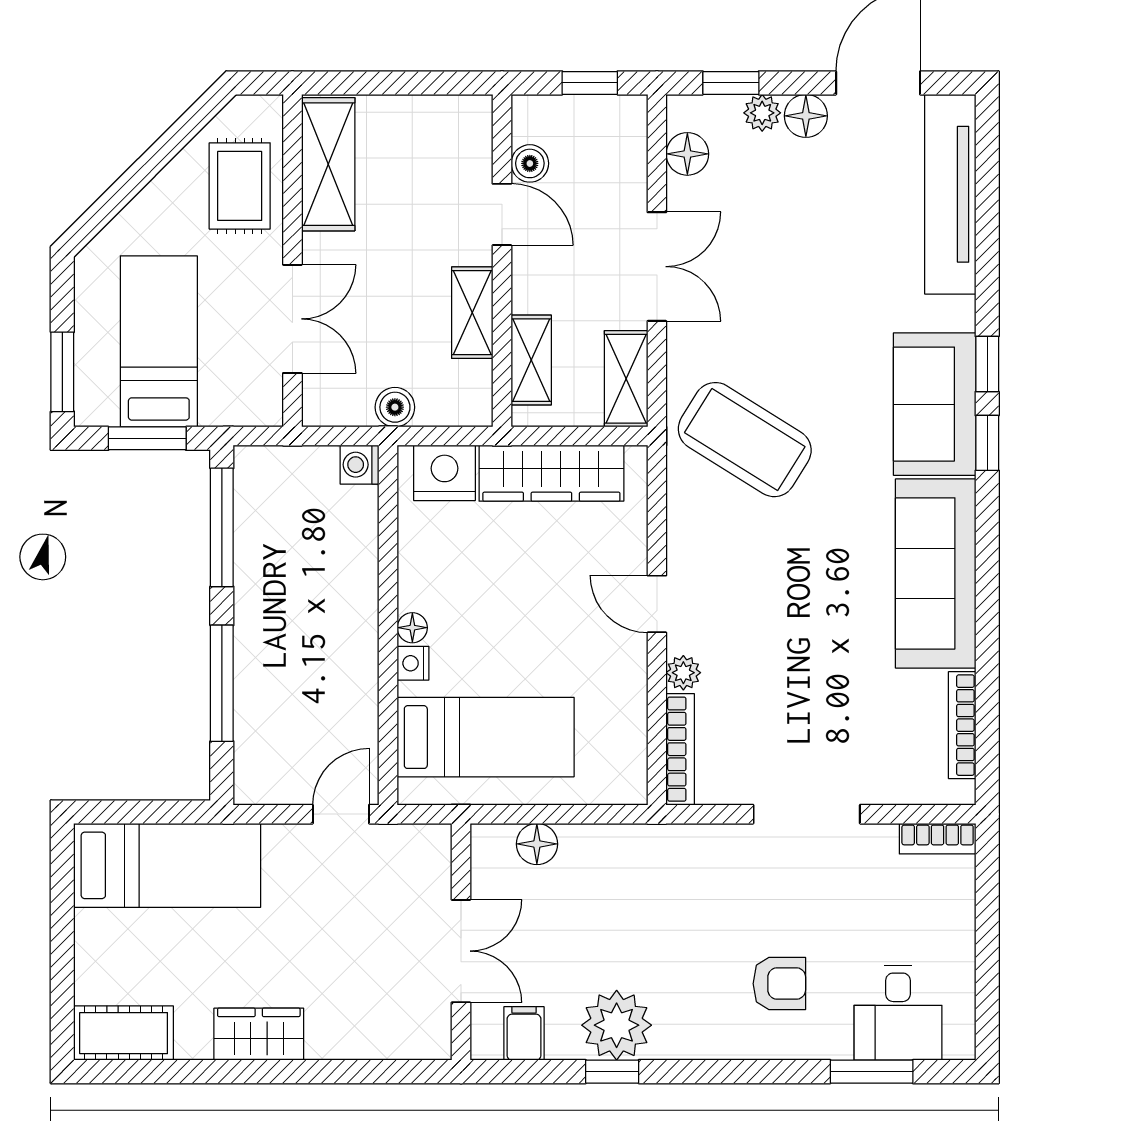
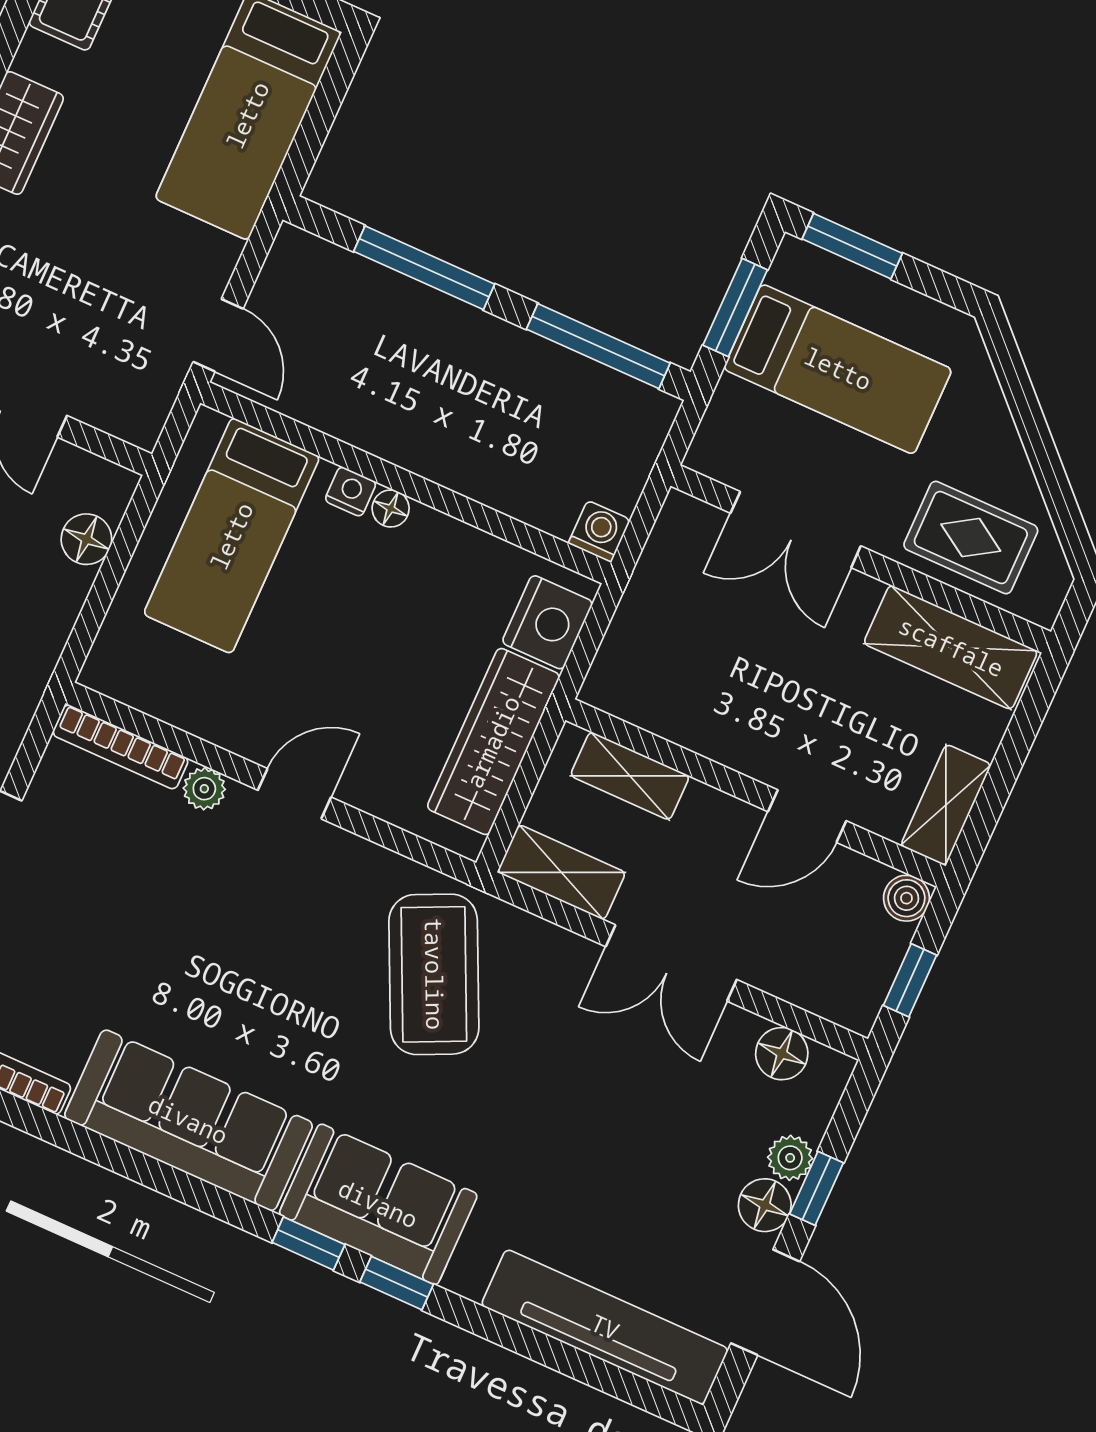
window: (731, 83) -> (817, 1188), moved
boiler: (530, 163) -> (906, 898), moved
shelving: (472, 313) -> (946, 805), moved, turned 90
boiler: (395, 407) -> (646, 600), removed
coffee table: (745, 440) -> (434, 974), turned -57

